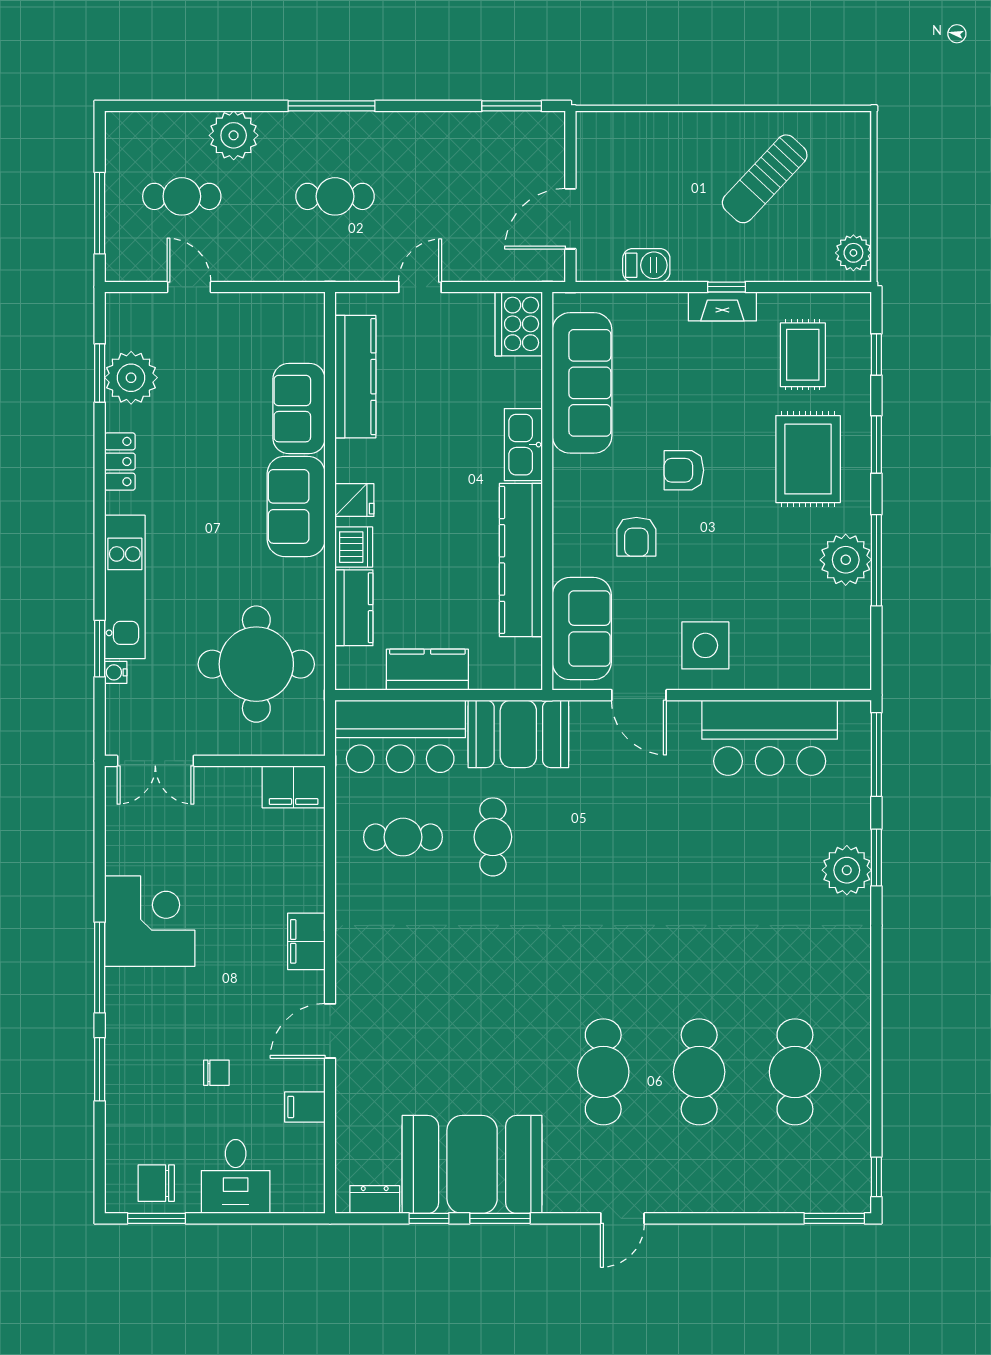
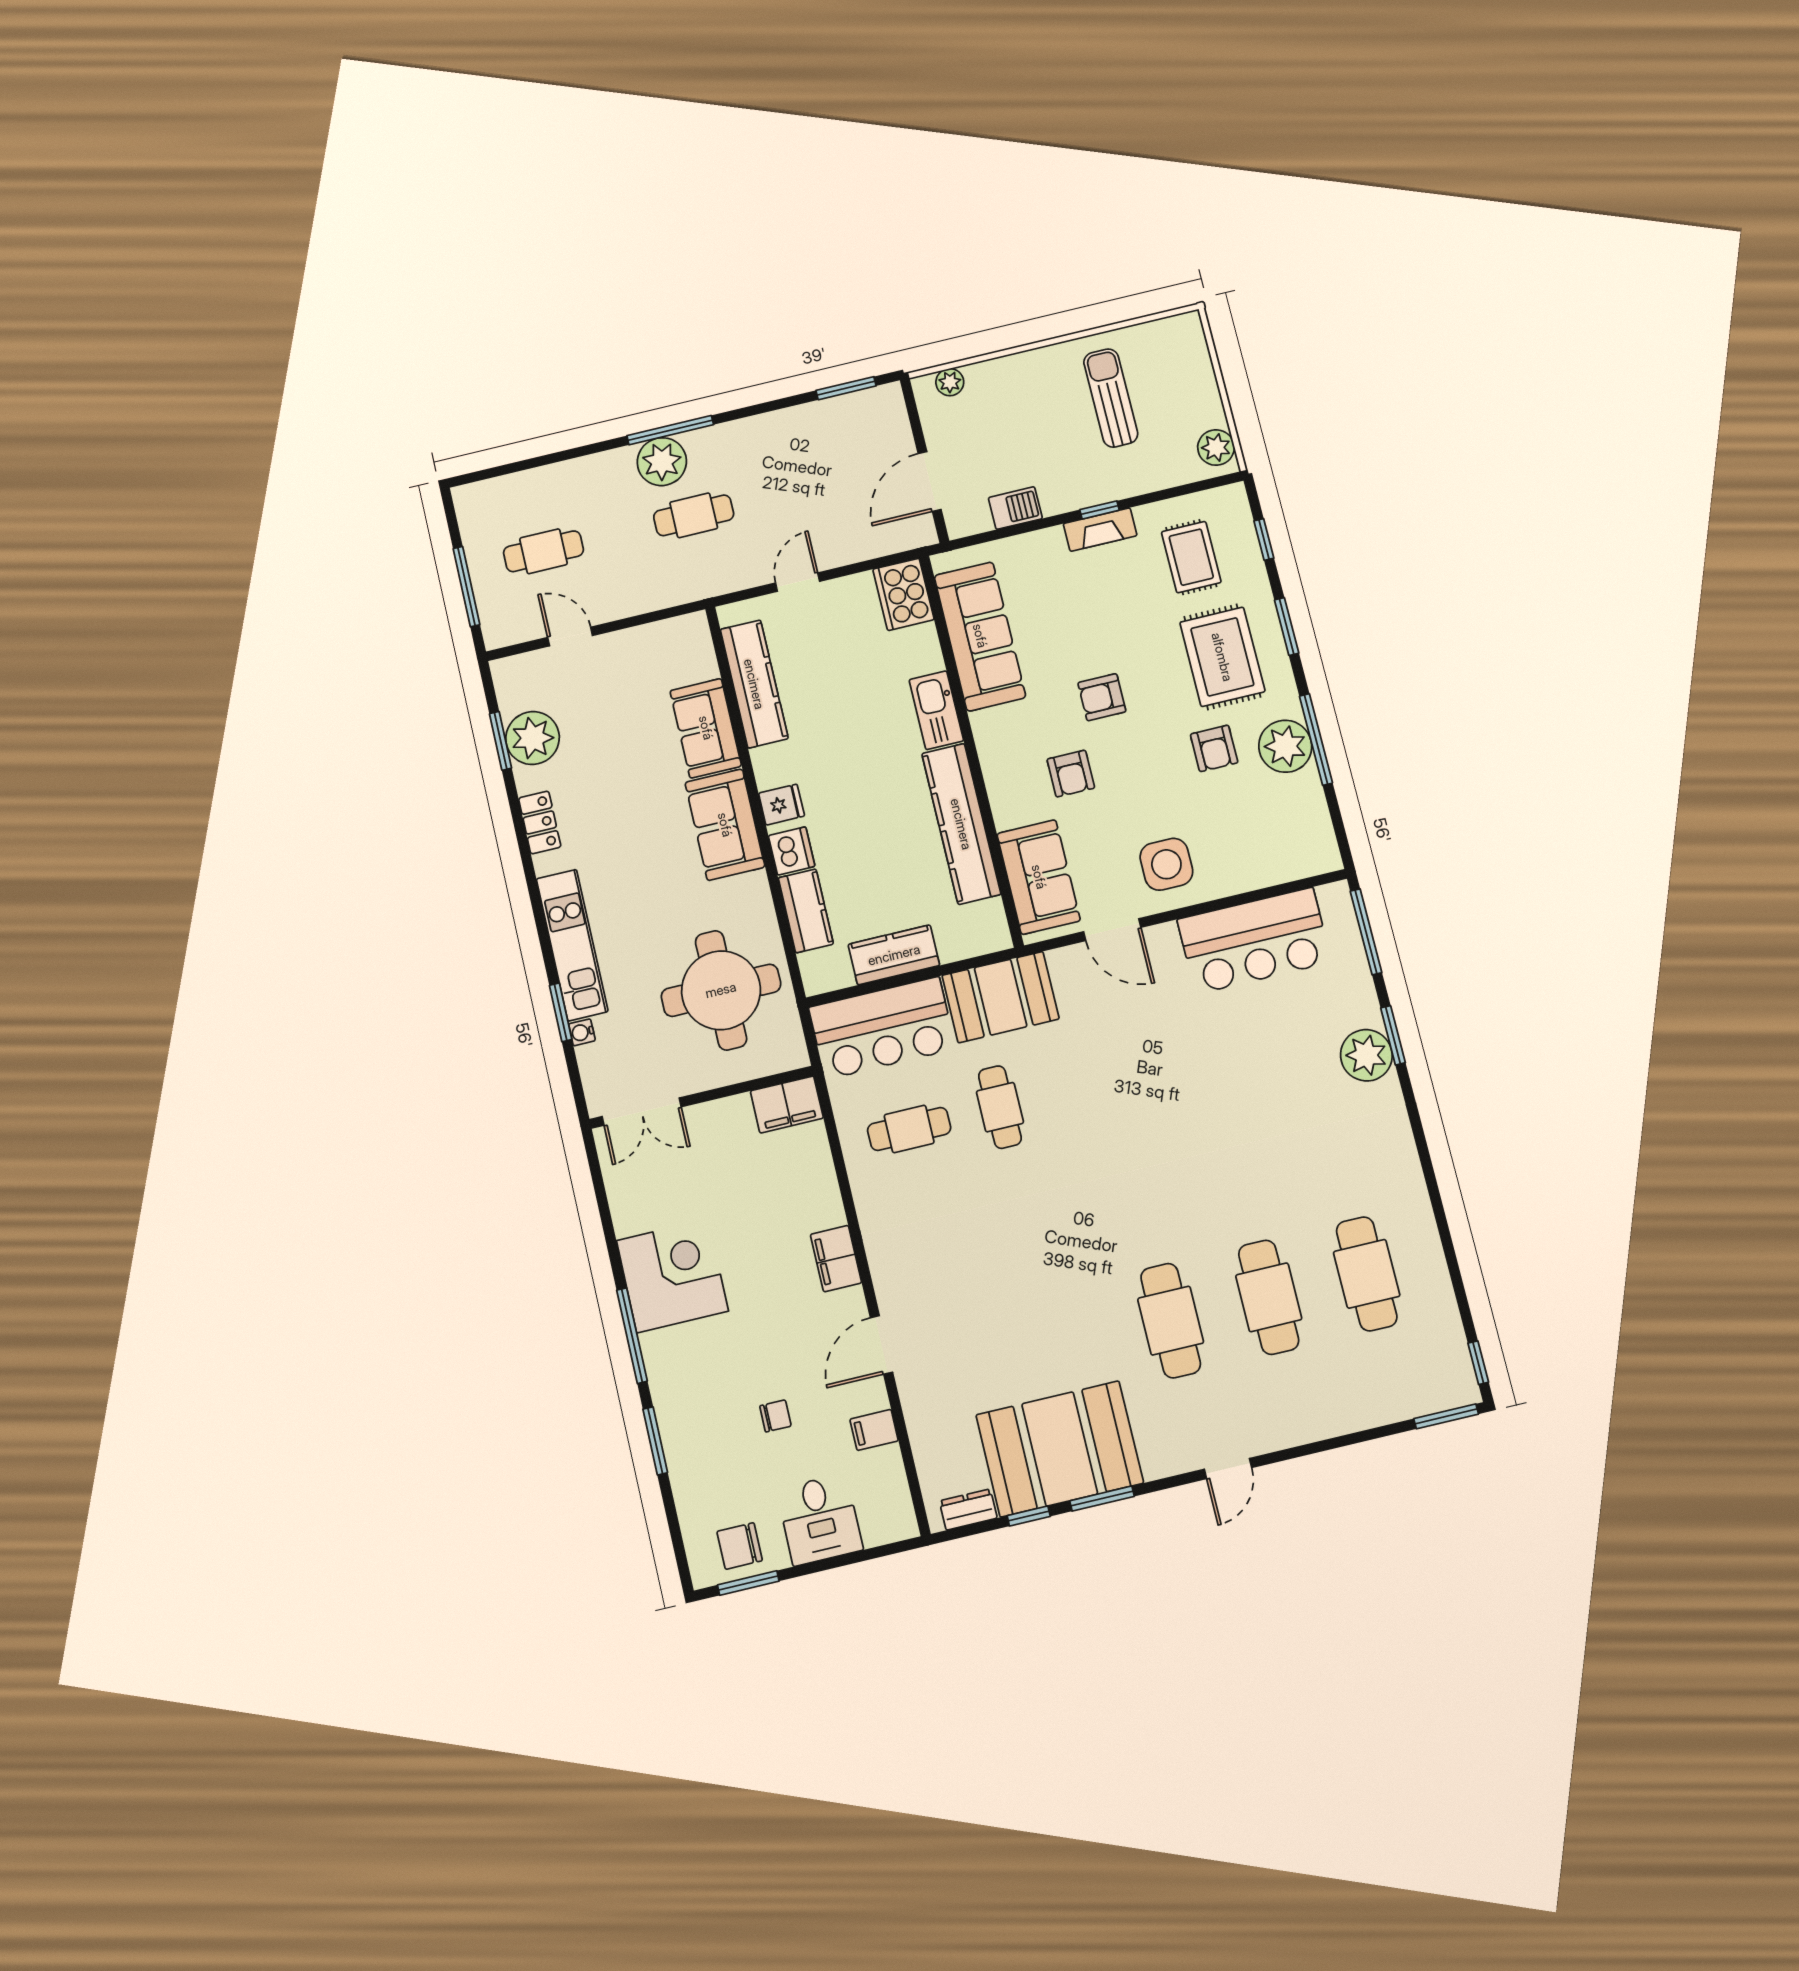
plant: (613, 125) -> (950, 382), added
plant: (234, 135) -> (662, 462), moved
sun lounger: (765, 179) -> (1111, 398), turned 137
armchair: (778, 546) -> (1214, 748), added

